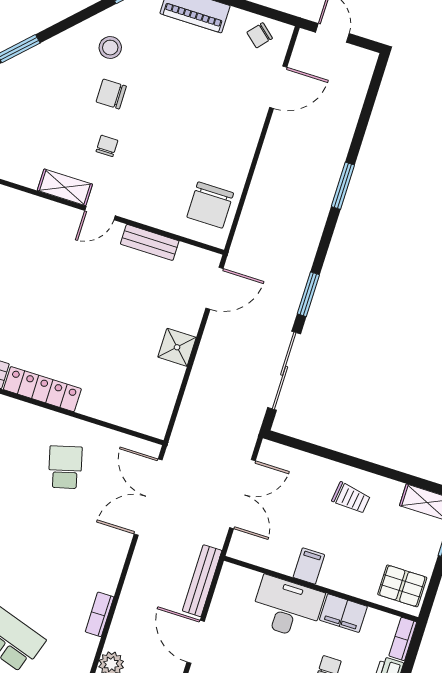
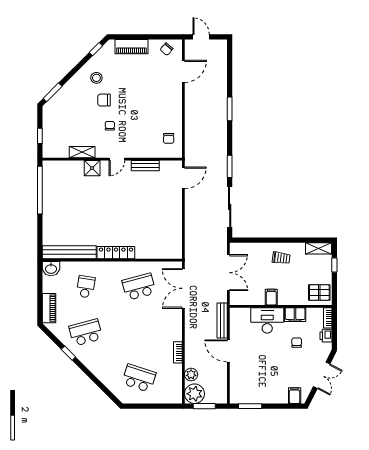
shelving: (65, 187) -> (82, 152), moved
chair: (210, 205) -> (169, 138), width x0.54, depth x0.54
shower: (177, 347) -> (92, 168), moved
school desk: (65, 467) -> (139, 287), width x1.85

